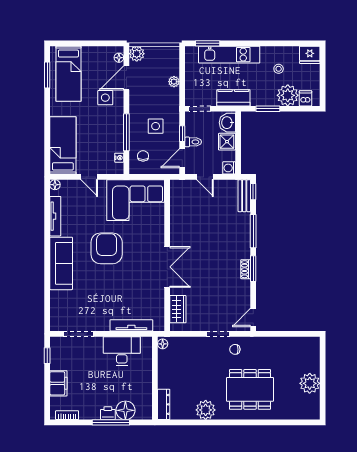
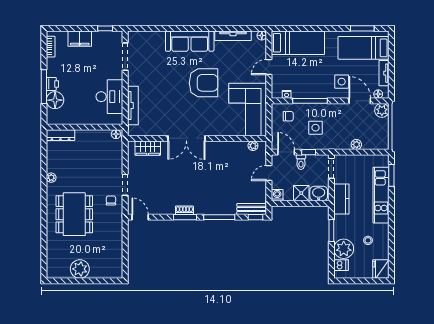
tv unit: (96, 51) -> (384, 73), added
plant: (175, 194) -> (253, 146), added
plant: (206, 410) -> (51, 178), width x0.53, depth x0.53

